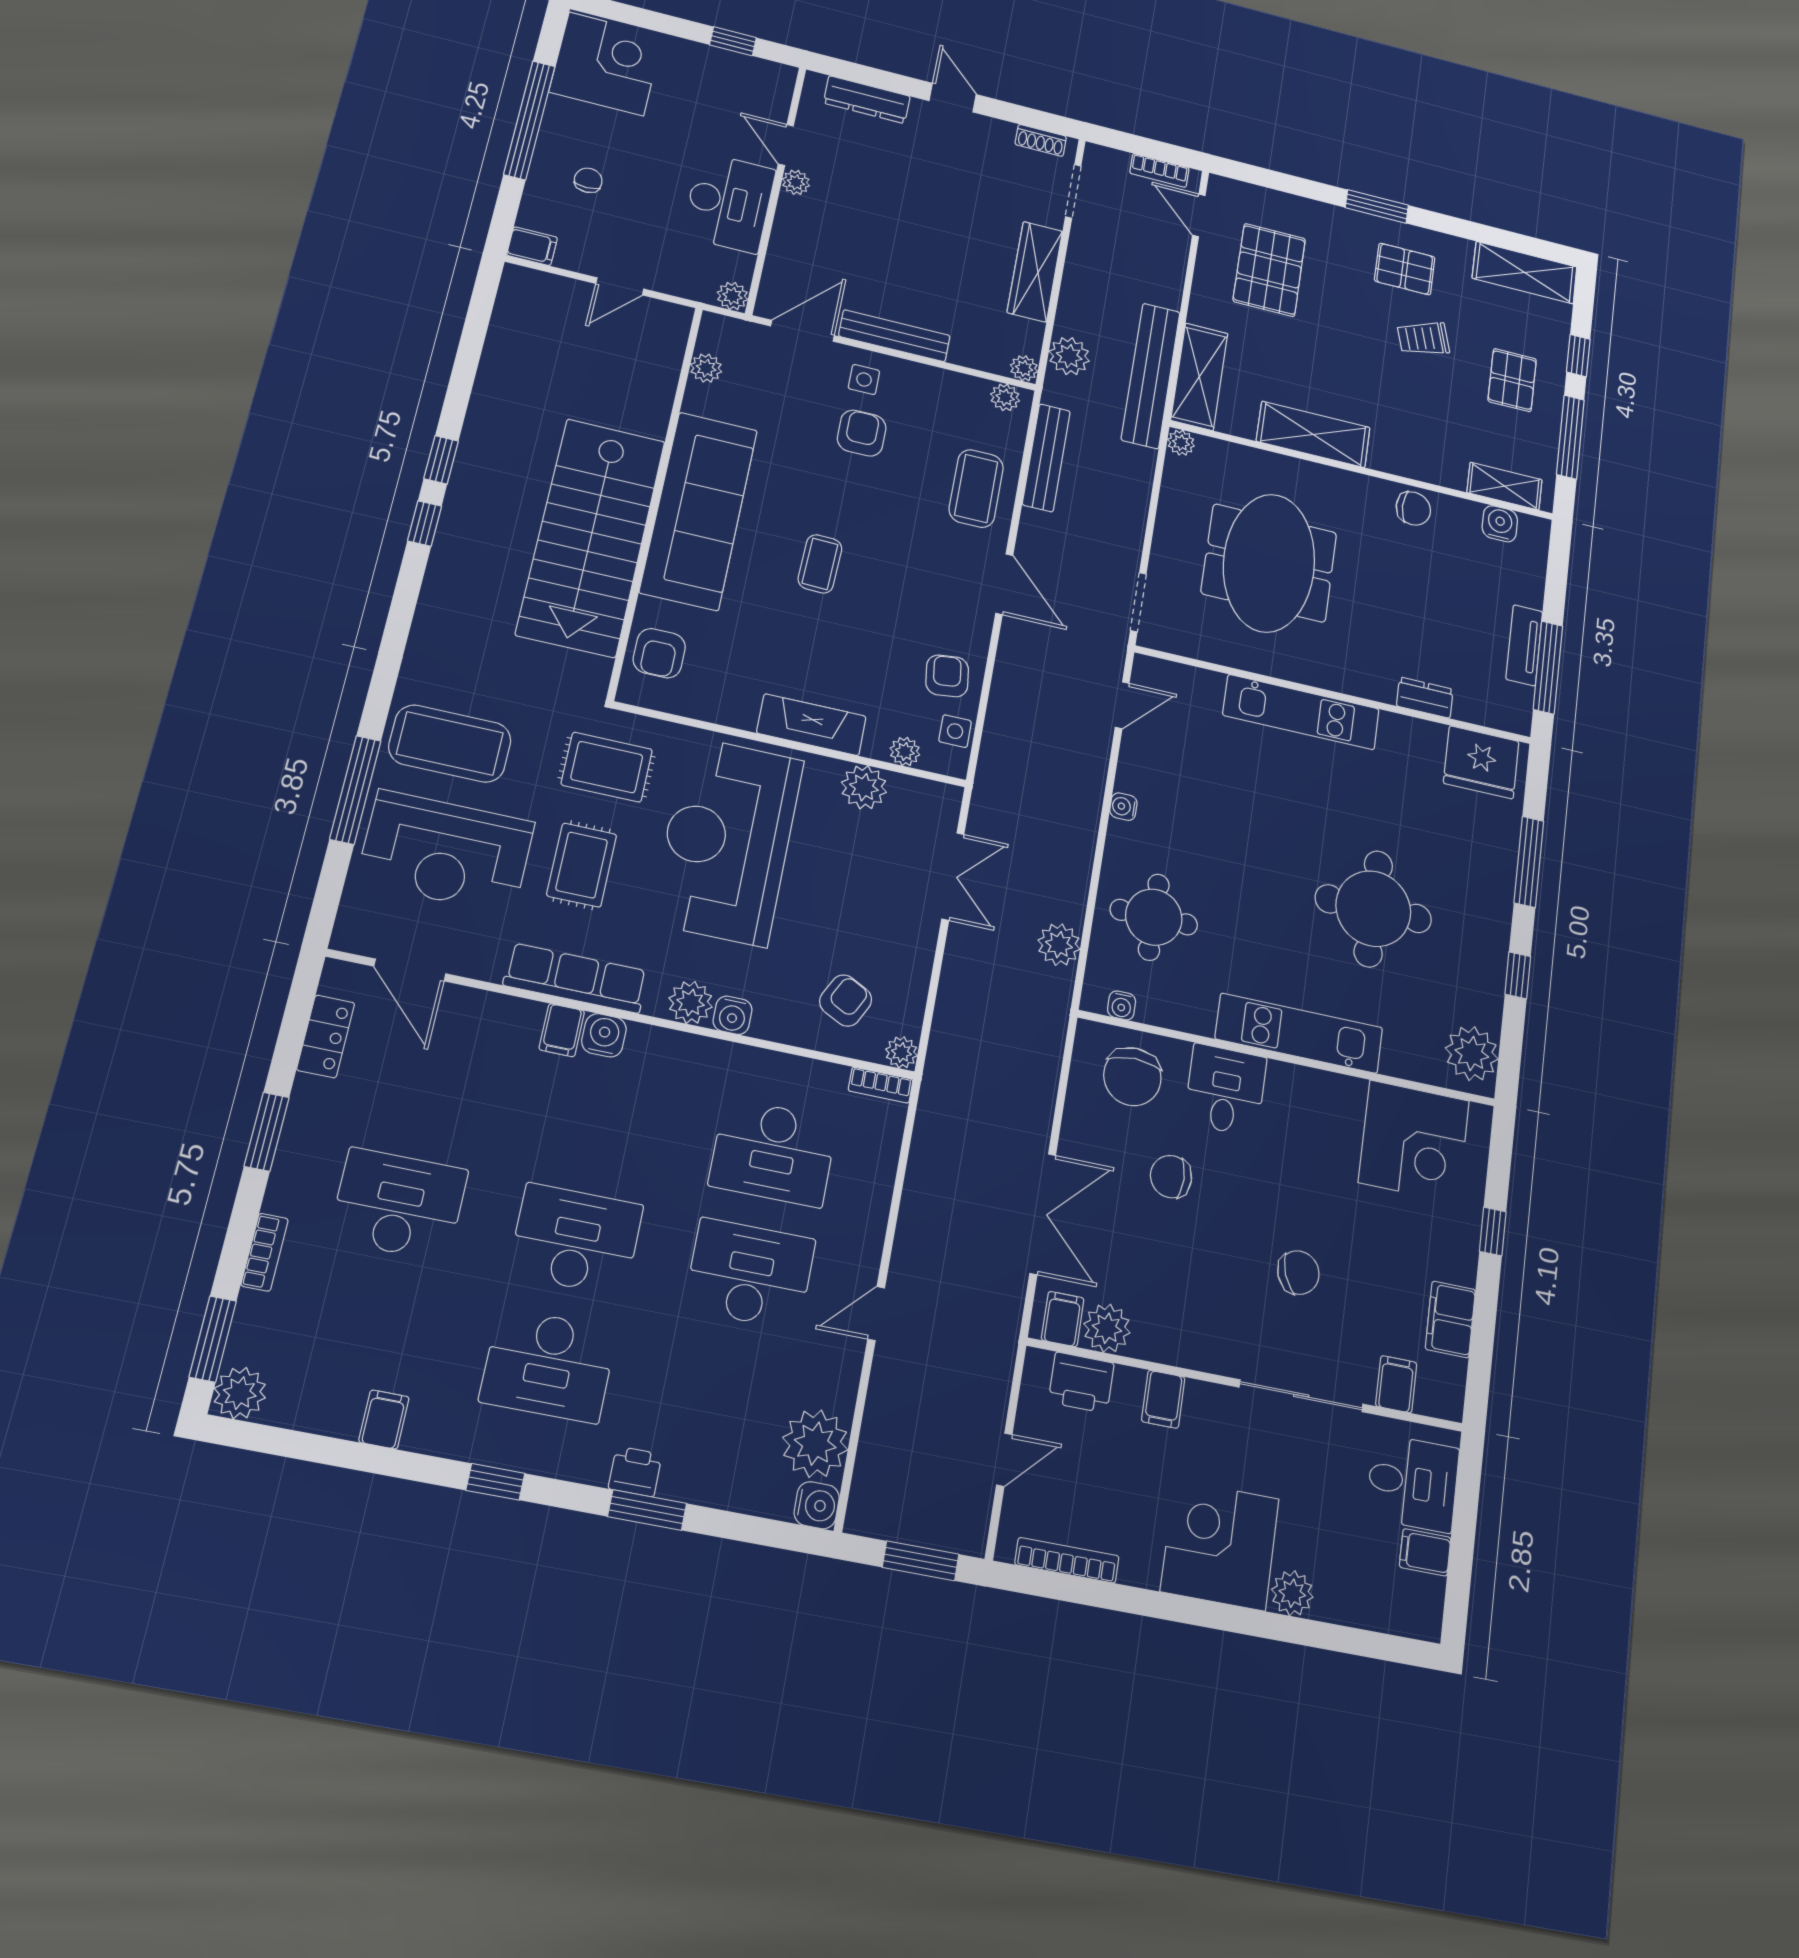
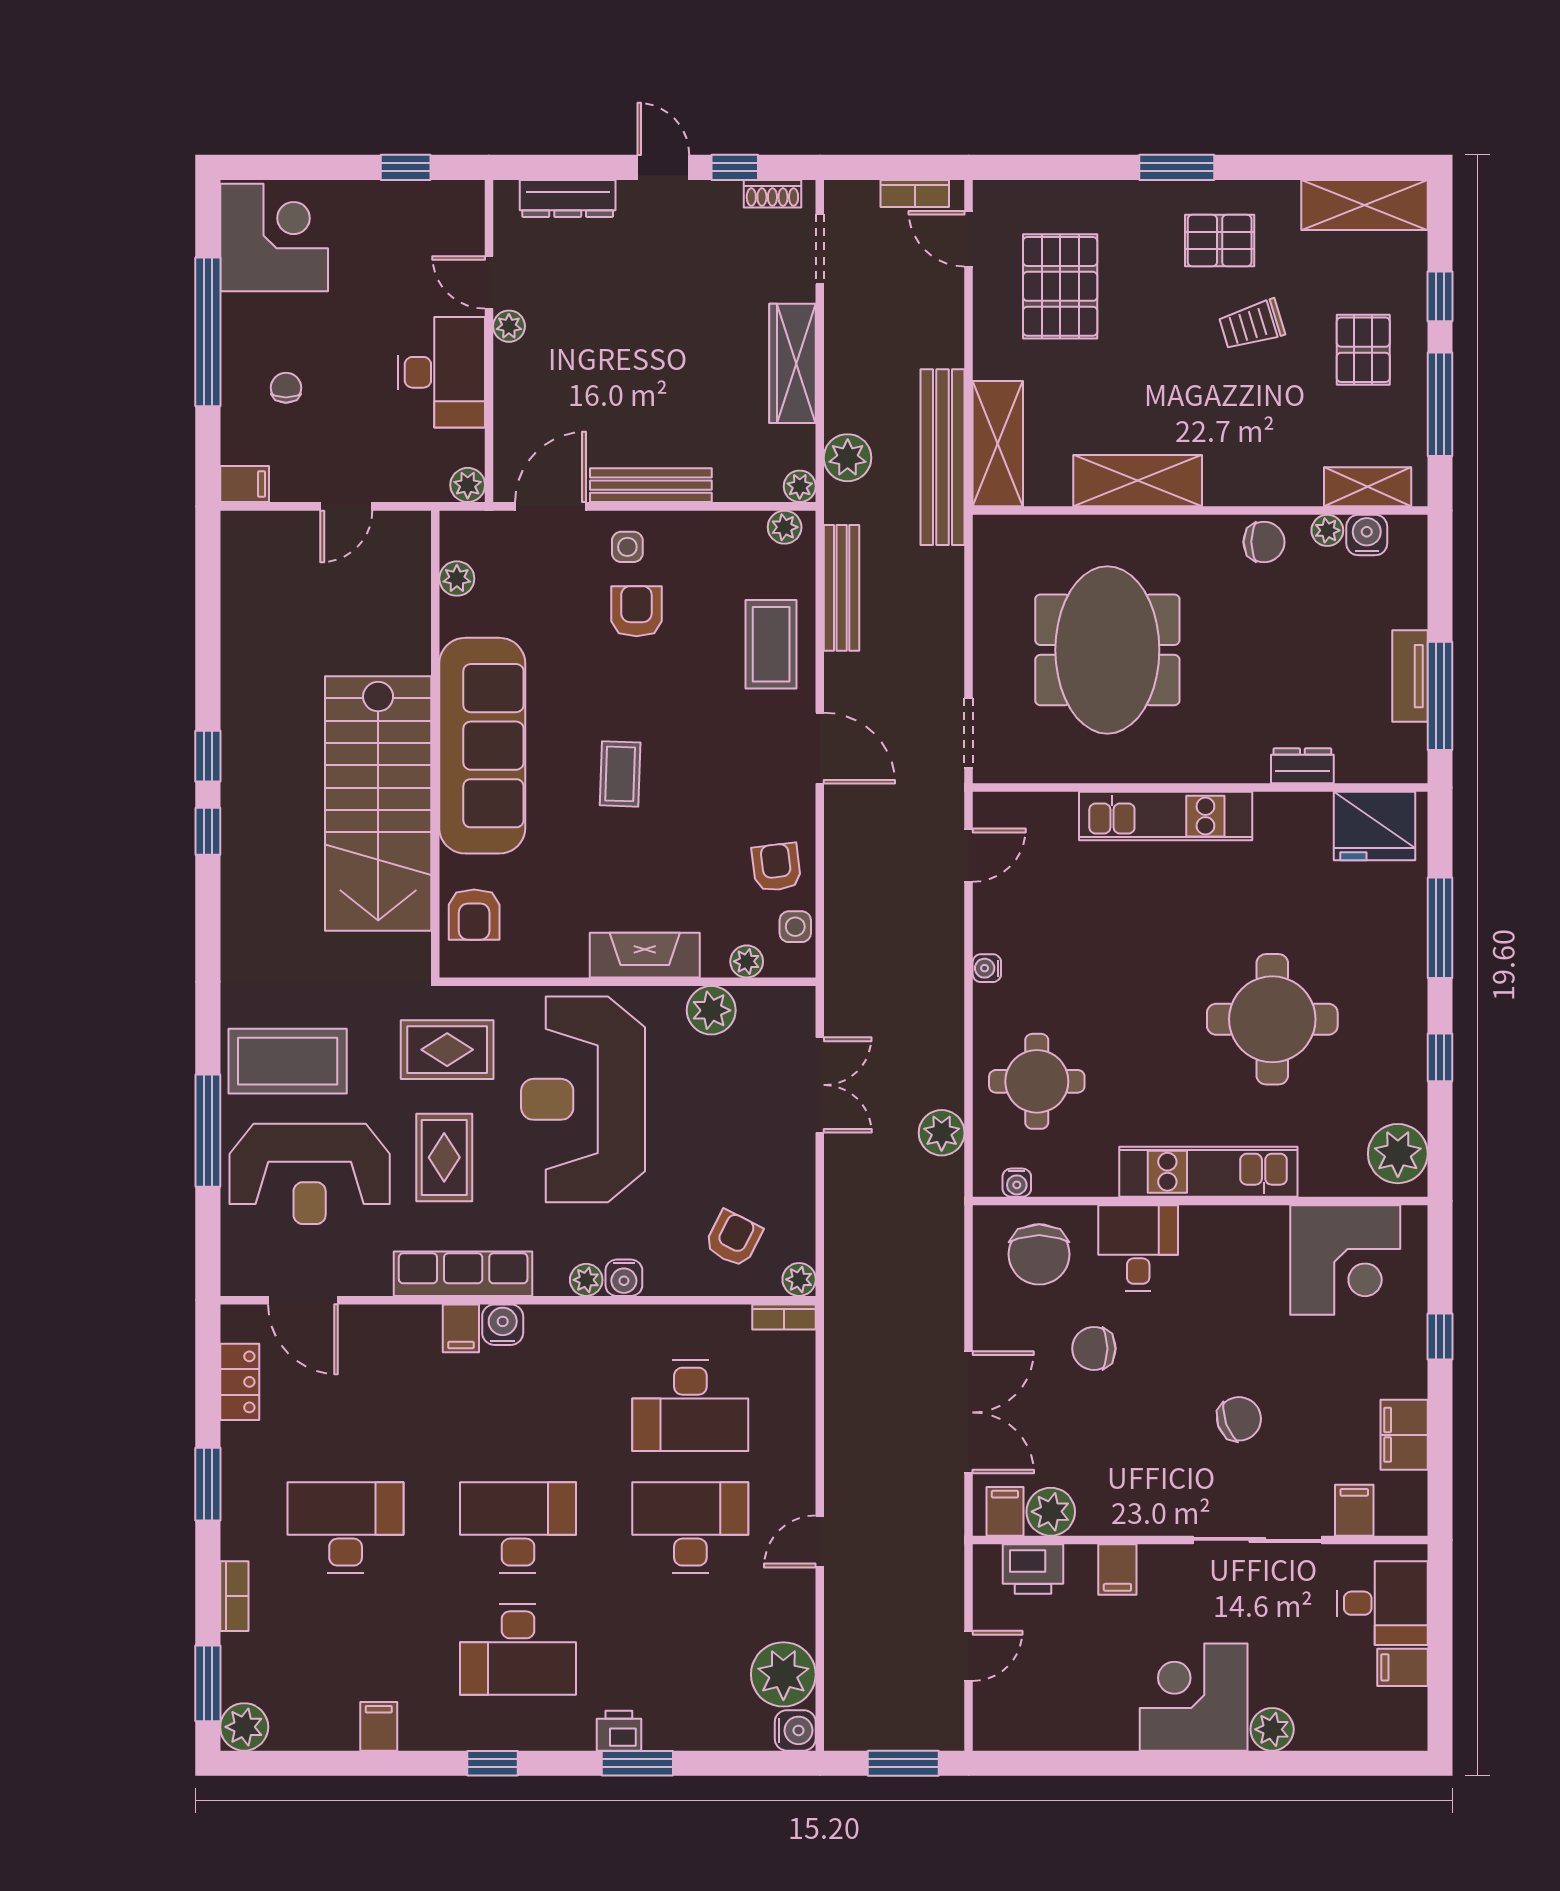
window: (1013, 113) -> (735, 167), added
plant: (1181, 443) -> (1327, 530), moved
plant: (691, 1003) -> (586, 1280), width x0.73, depth x0.73
bookcase: (1067, 1560) -> (1045, 1738), removed

